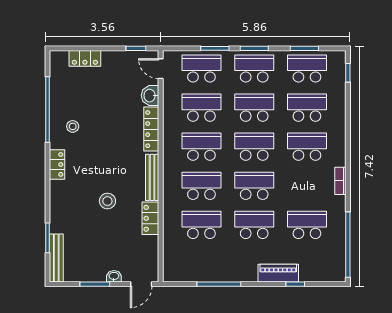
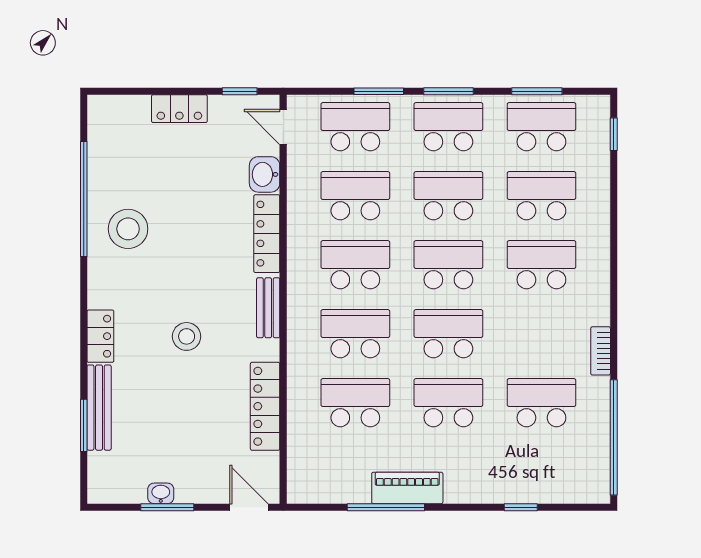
locker: (85, 58) -> (179, 109), moved
stool: (73, 126) -> (128, 229), width x1.89, depth x1.89
locker: (57, 164) -> (100, 336), moved
bench: (152, 177) -> (268, 308), width x0.73
bookcase: (340, 181) -> (601, 351), moved
stool: (107, 201) -> (187, 336), moved
locker: (150, 218) -> (265, 406), width x1.53
bench: (56, 258) -> (99, 408), moved
piano: (278, 273) -> (407, 488), moved
washbasin: (114, 276) -> (161, 493), moved
door: (141, 284) -> (249, 507), swing flipped

